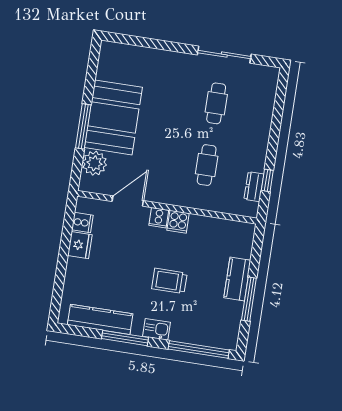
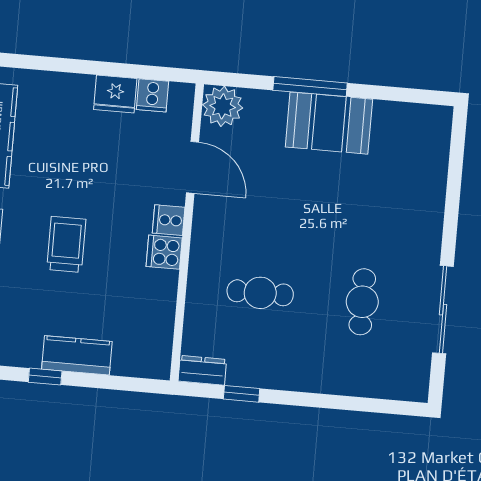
cafe table: (216, 103) -> (362, 302), turned 90
booth: (113, 117) -> (329, 123), width x0.73, depth x0.70
plant: (94, 163) -> (223, 106), moved
dresser: (254, 187) -> (202, 370), moved
window: (249, 299) -> (45, 377), width x0.46

